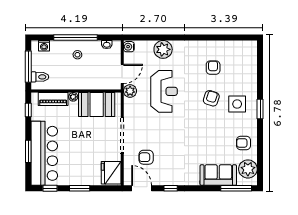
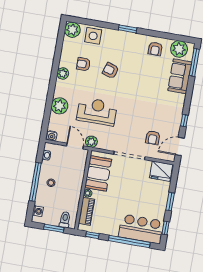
plant: (199, 47) -> (63, 73), added
plant: (249, 49) -> (72, 30), added
window: (28, 67) -> (54, 228), width x0.69
side table: (237, 104) -> (93, 36), moved
window: (28, 151) -> (129, 241), width x2.11
bar counter: (44, 153) -> (141, 229), width x0.73

